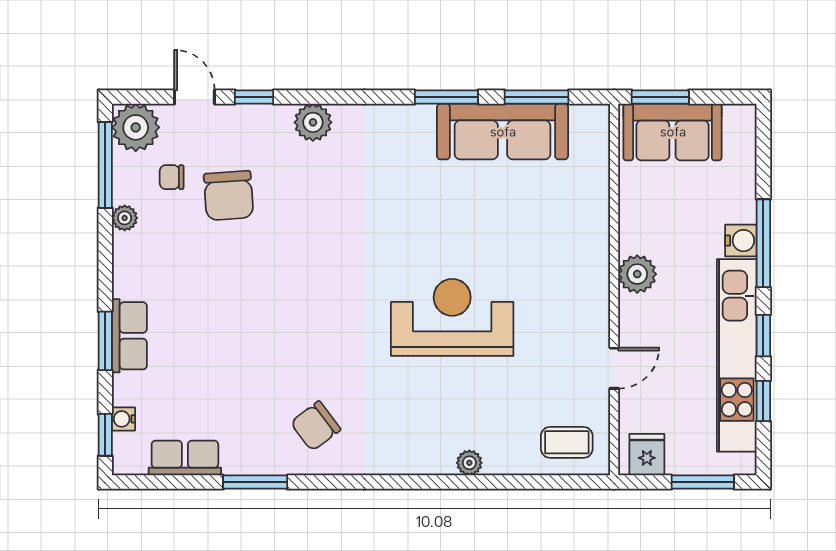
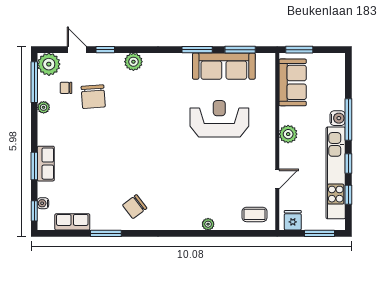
sofa: (673, 132) -> (293, 82), moved, turned -90
reception desk: (452, 317) -> (219, 119), moved

